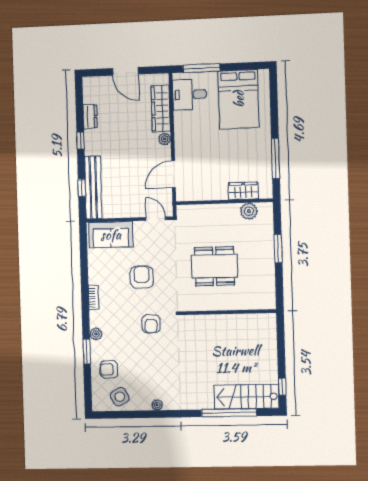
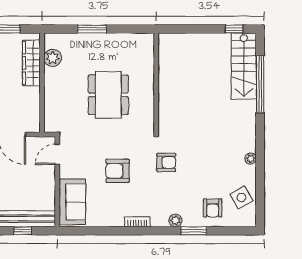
wardrobe: (243, 191) -> (31, 63), width x1.50

